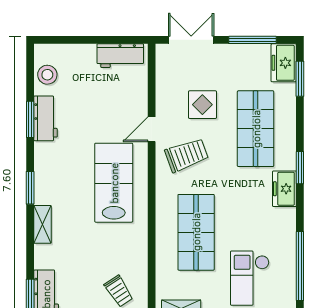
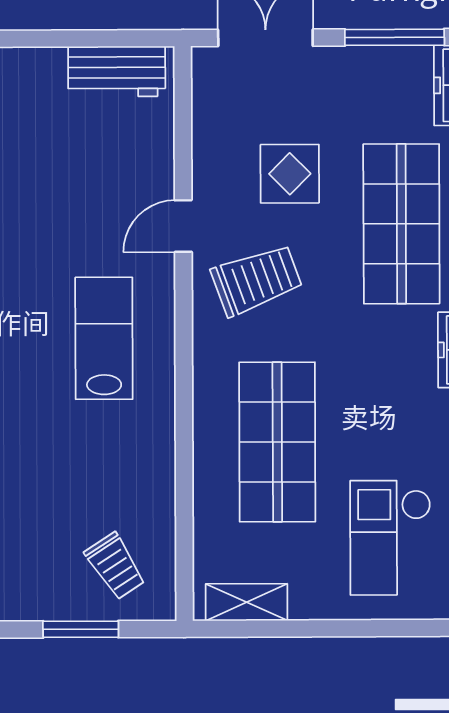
lab bench: (114, 183) -> (104, 338), width x0.73, depth x0.72

